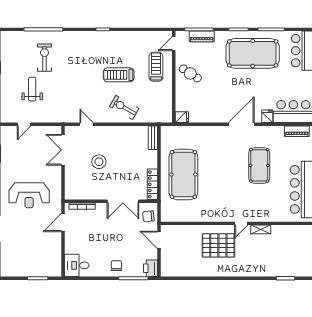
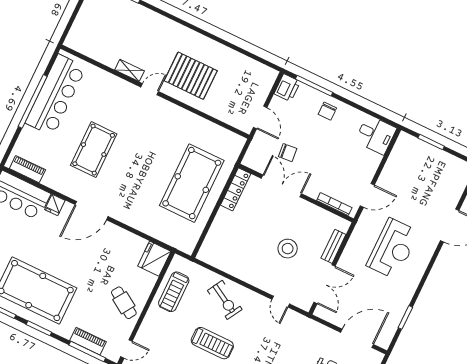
treadmill: (156, 67) -> (174, 292), moved
fridge: (182, 117) -> (154, 259), width x1.88, depth x1.34
door: (24, 124) -> (357, 338), width x1.88
bench: (153, 138) -> (333, 246), moved
reception desk: (29, 195) -> (393, 249), turned 90
chair: (148, 216) -> (288, 153), moved

